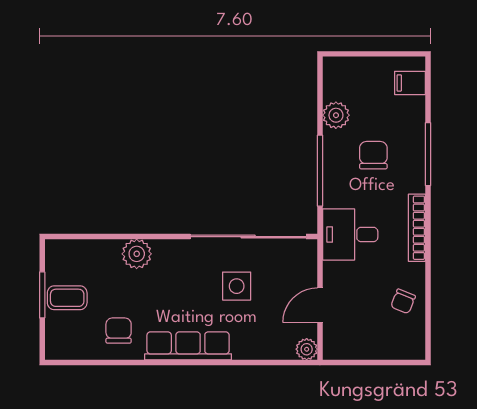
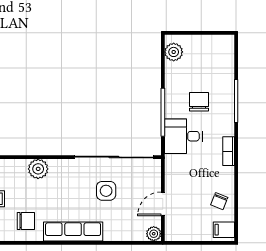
filing cabinet: (410, 83) -> (224, 230), moved
plant: (336, 115) -> (174, 52), moved
bookcase: (417, 228) -> (229, 151), width x0.64
desk: (350, 234) -> (183, 136), moved
chair: (119, 331) -> (26, 221), turned 90

